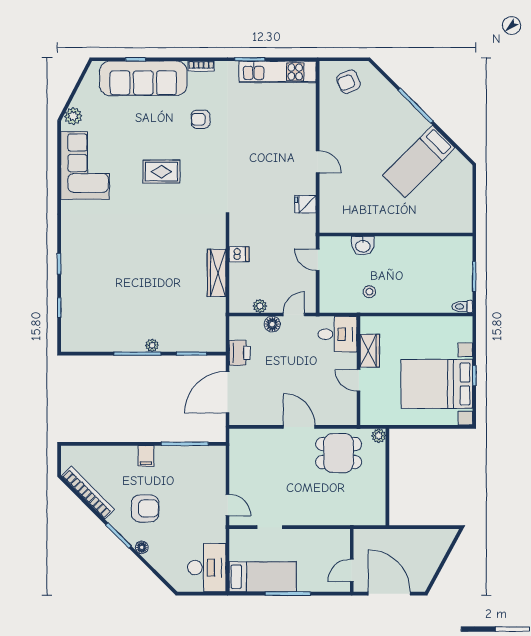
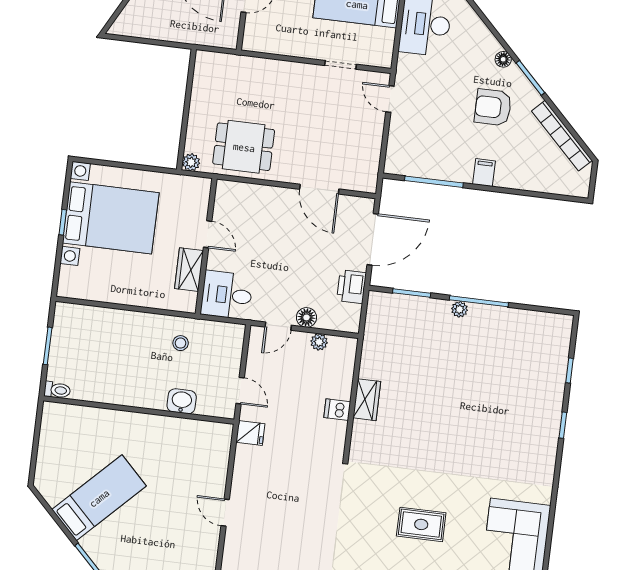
fridge: (305, 204) -> (250, 433), moved
wardrobe: (217, 273) -> (367, 400), width x0.67
toilet: (462, 307) -> (57, 390), moved
door: (299, 427) -> (319, 189), moved

